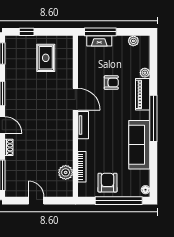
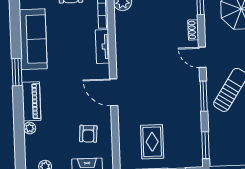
armchair: (111, 83) -> (88, 134), moved, turned -86
window: (153, 118) -> (17, 72), width x0.47
tv unit: (83, 125) -> (102, 47), moved

